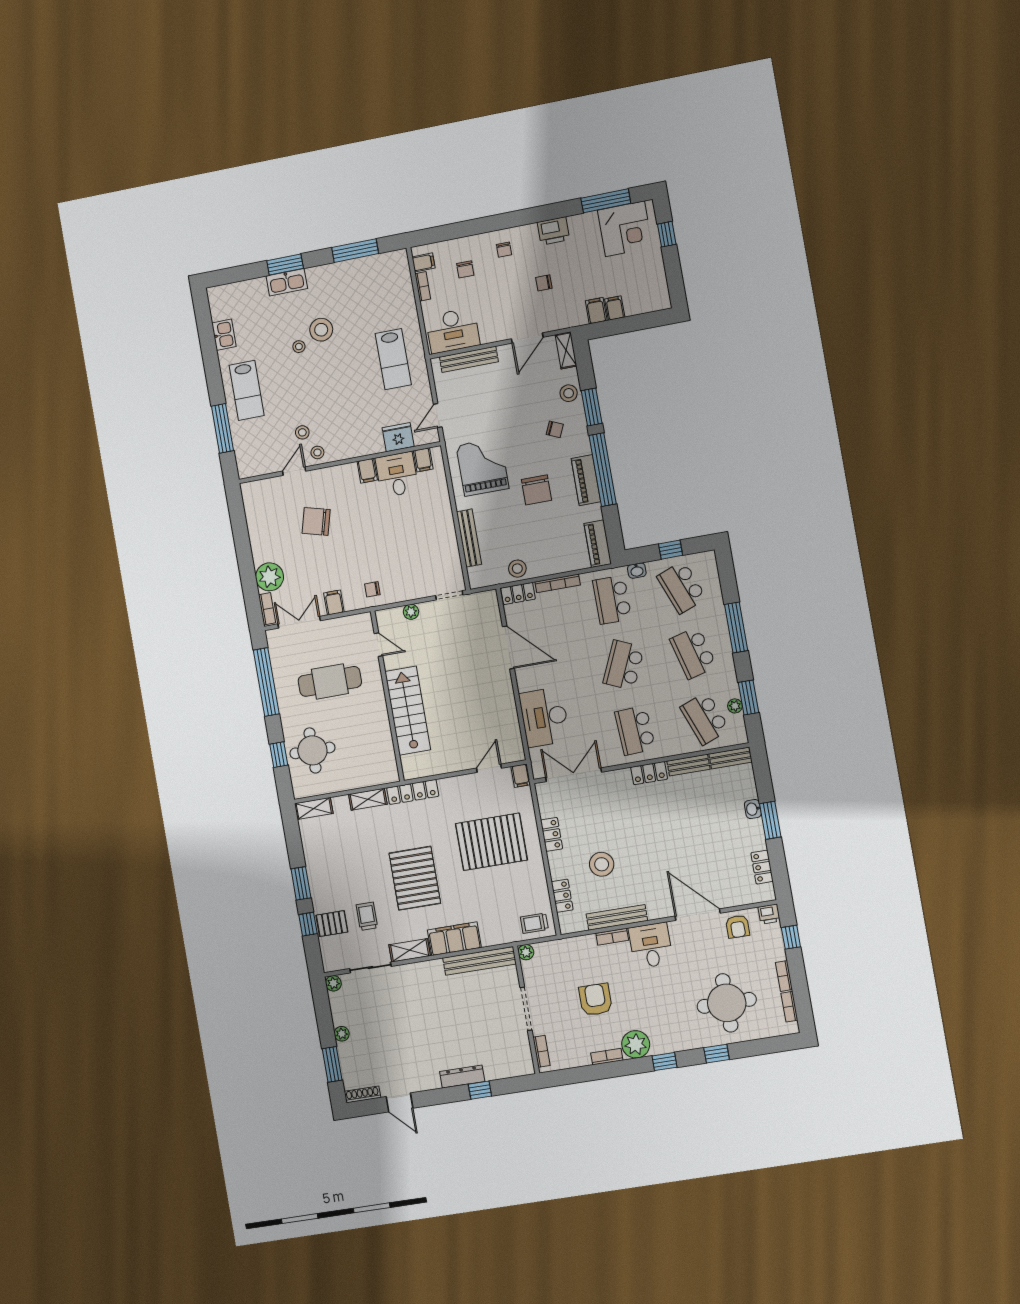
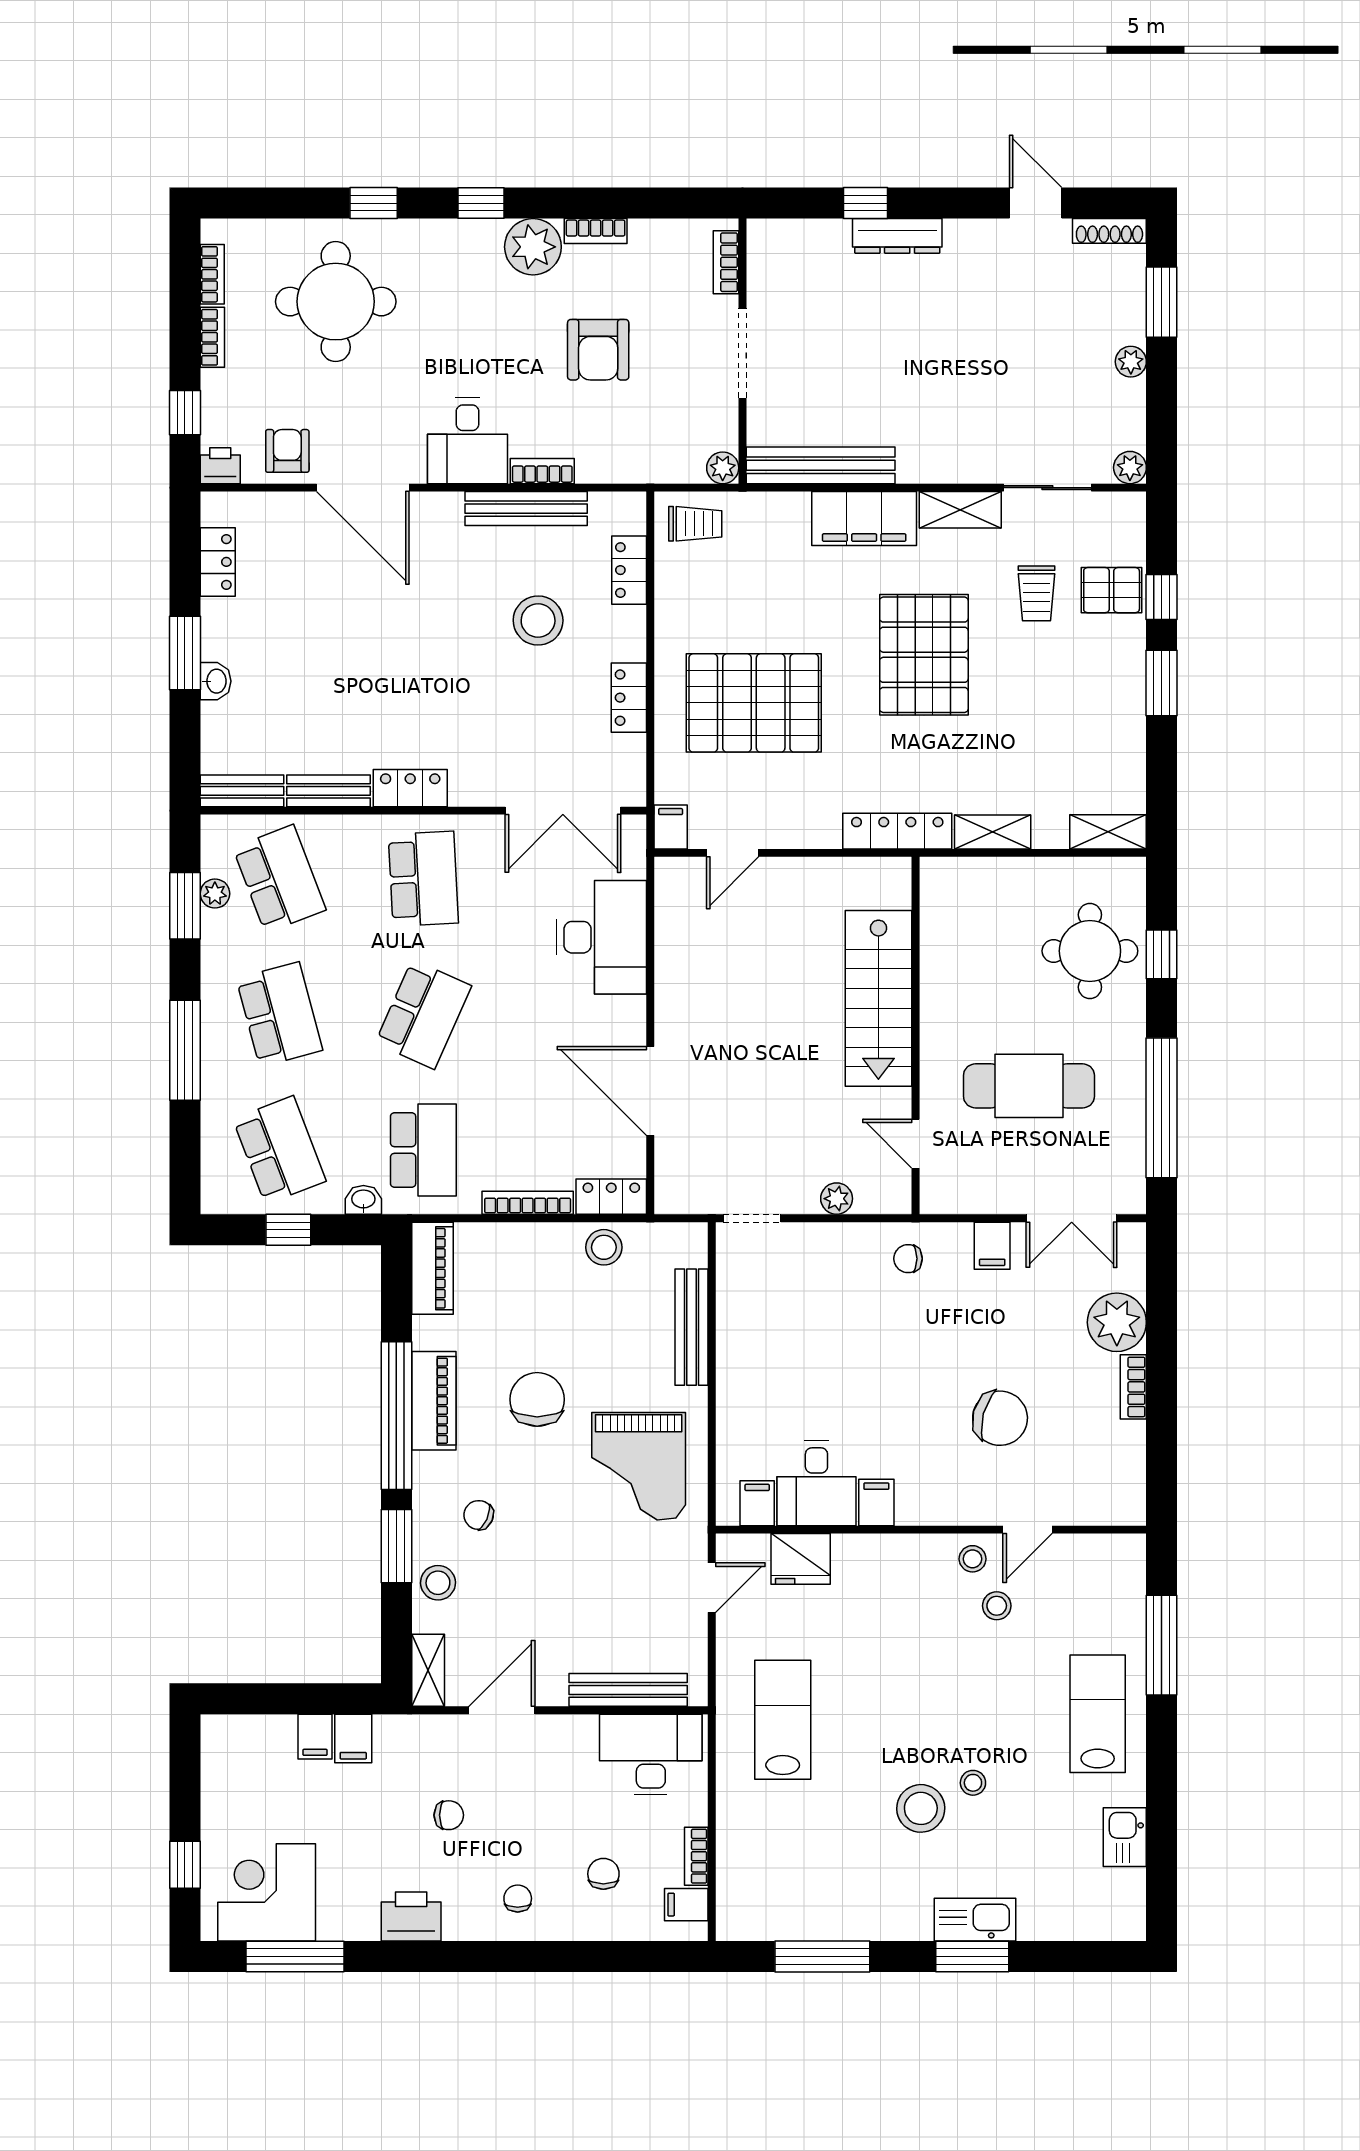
chair: (372, 589) -> (908, 1259), turned 180
bookcase: (267, 609) -> (1133, 1387), moved

